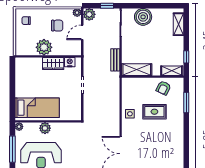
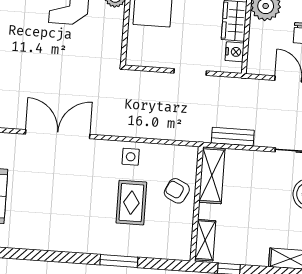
armchair: (163, 88) -> (177, 191), moved
window: (186, 103) -> (119, 261), moved

